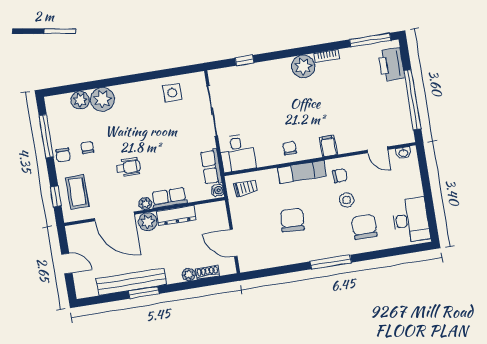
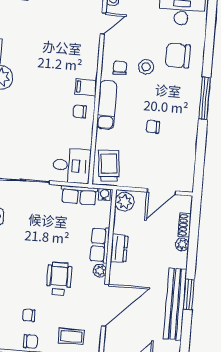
filing cabinet: (328, 146) -> (86, 87), moved
wheelchair: (128, 167) -> (59, 279), width x1.36, depth x1.37
trolley: (246, 188) -> (109, 166), width x1.36, depth x1.39
coffee table: (77, 192) -> (71, 336), width x0.73, depth x0.77
dresser: (176, 215) -> (119, 248), width x0.70
chair: (292, 220) -> (153, 127), width x0.54, depth x0.54
plant: (148, 222) -> (125, 202), moved

